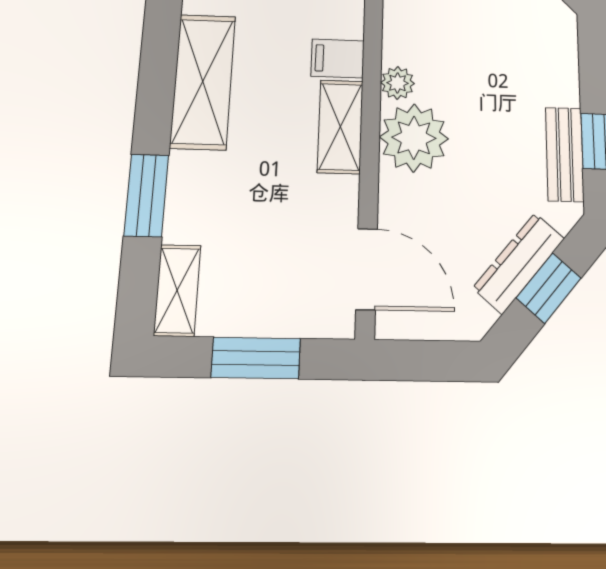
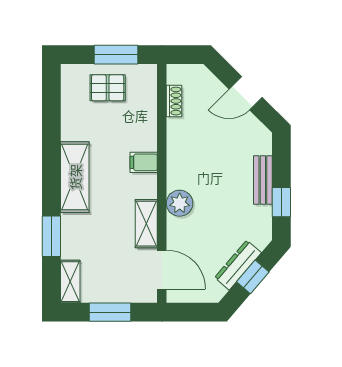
plant: (398, 83) -> (175, 174), removed
shelving: (340, 127) -> (146, 224), moved
plant: (414, 138) -> (180, 203), width x0.73, depth x0.73
bench: (565, 154) -> (263, 180), moved

